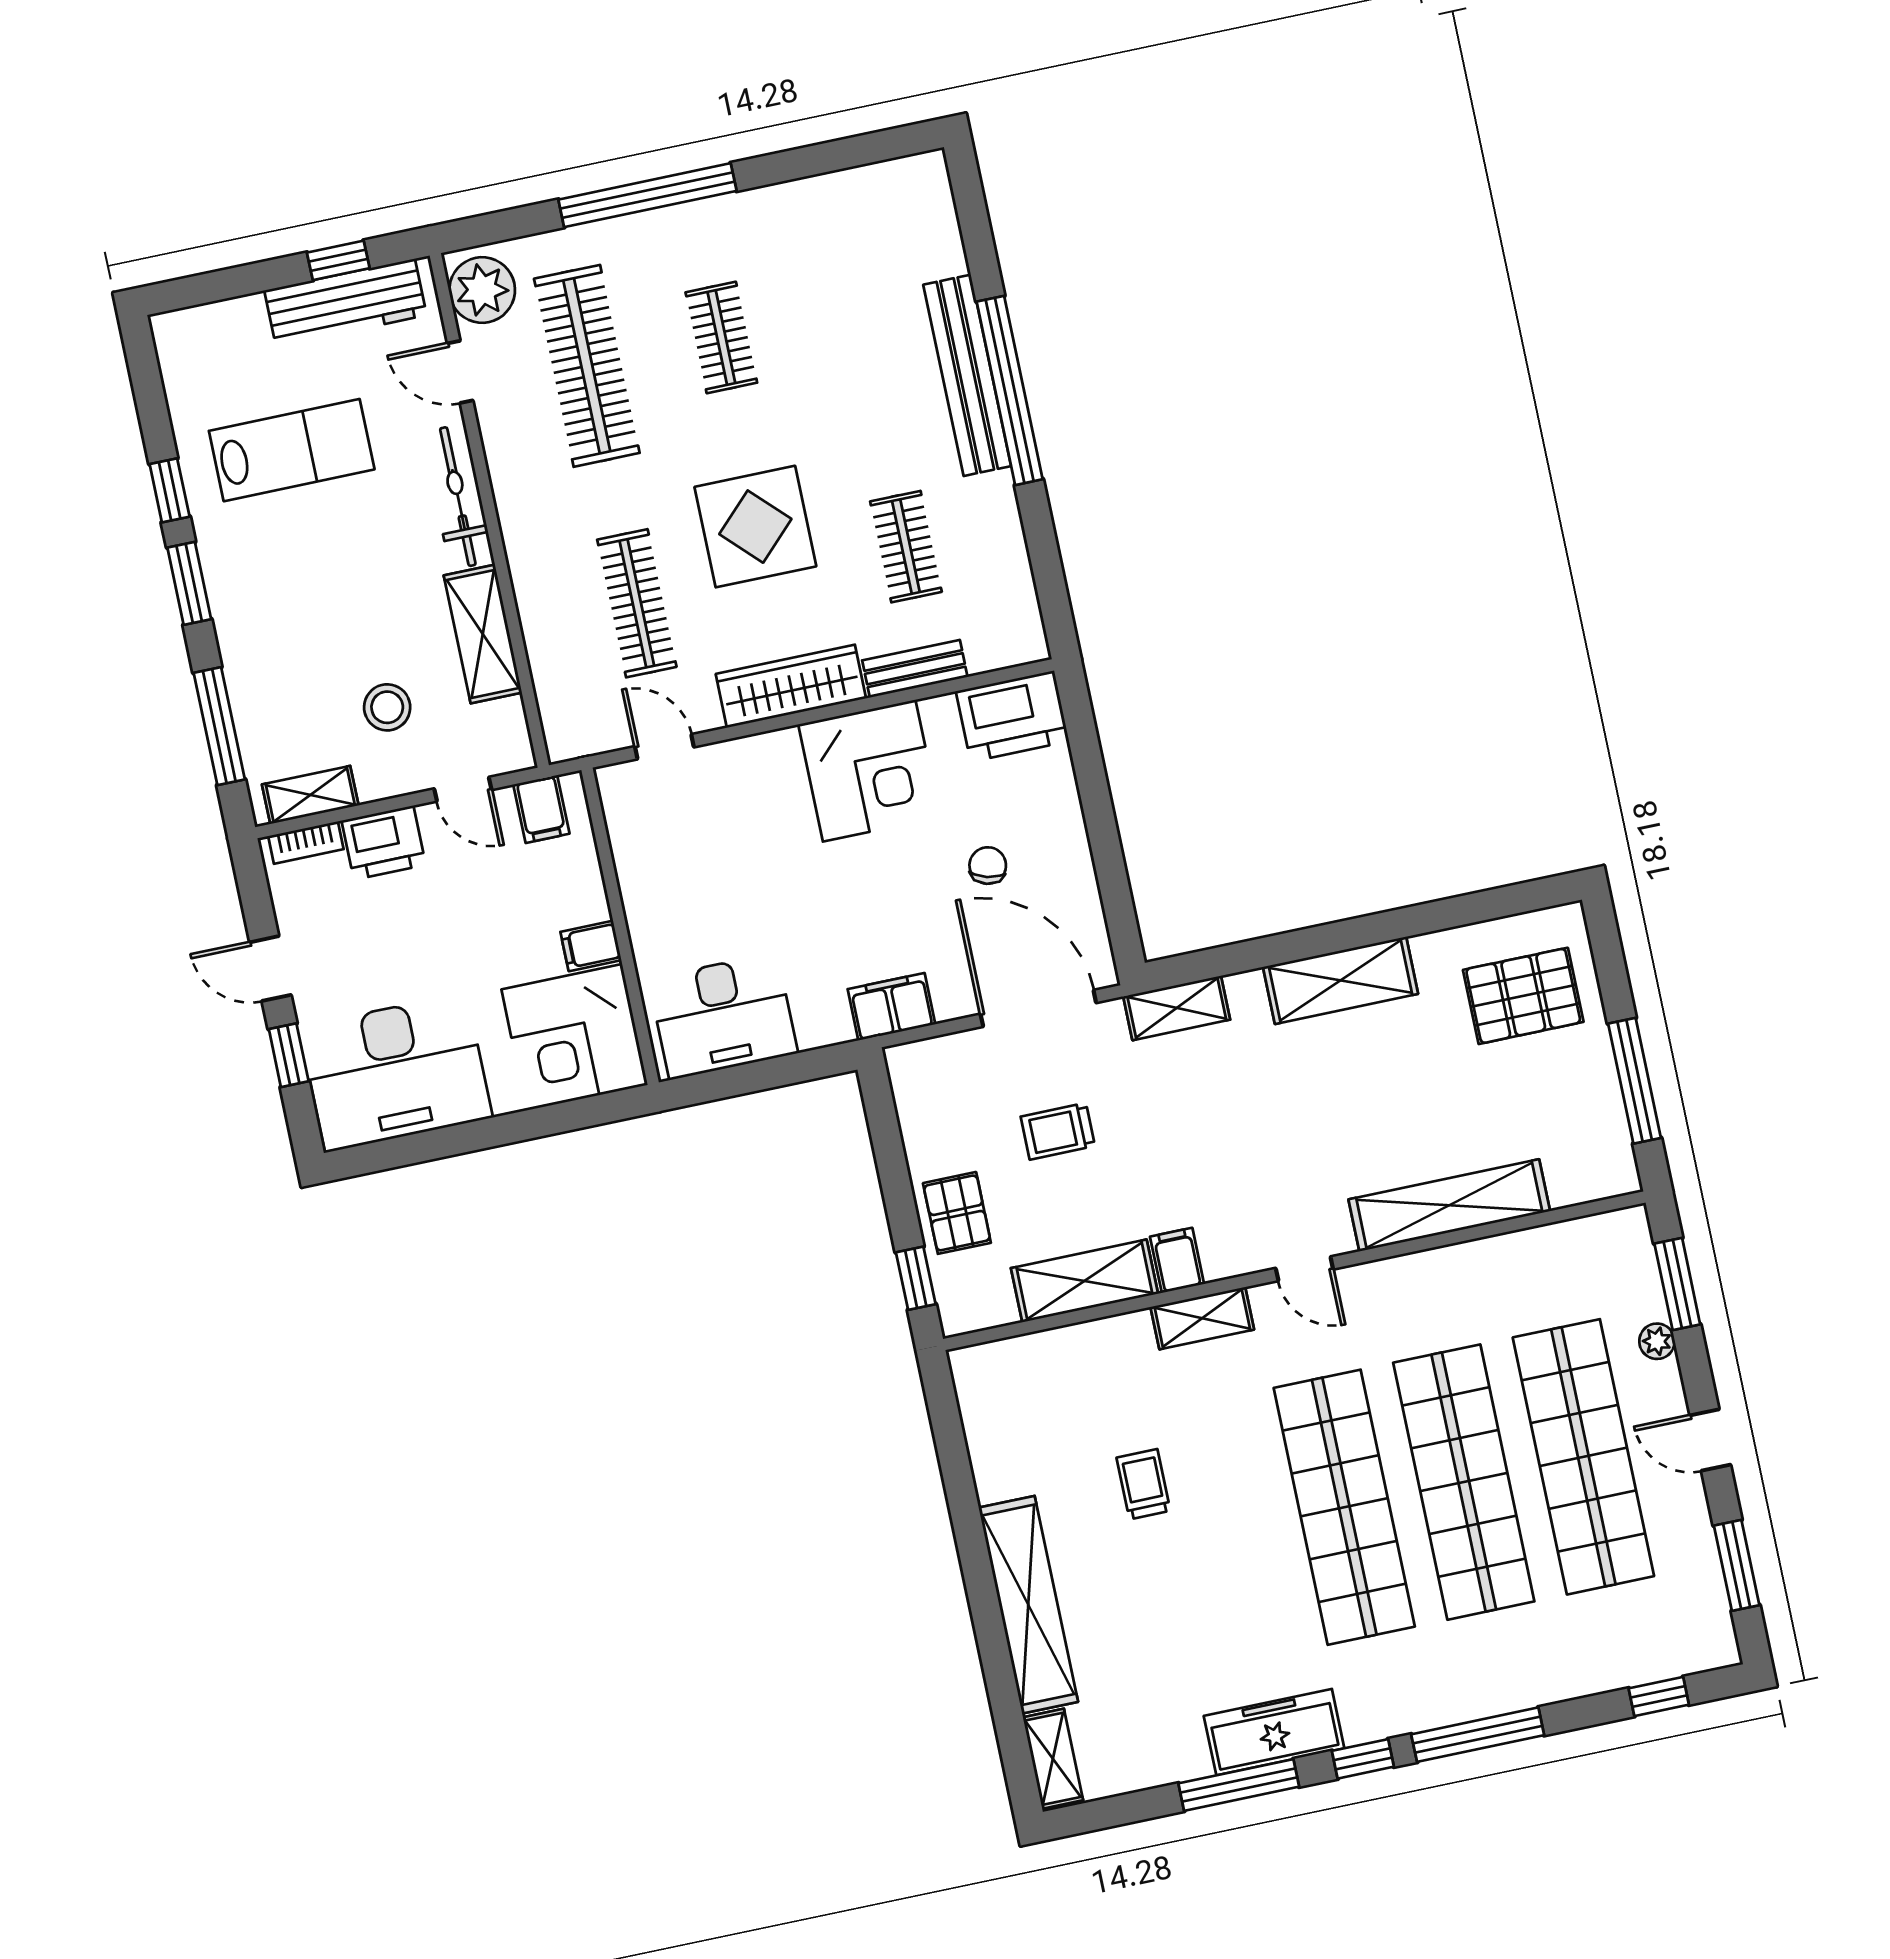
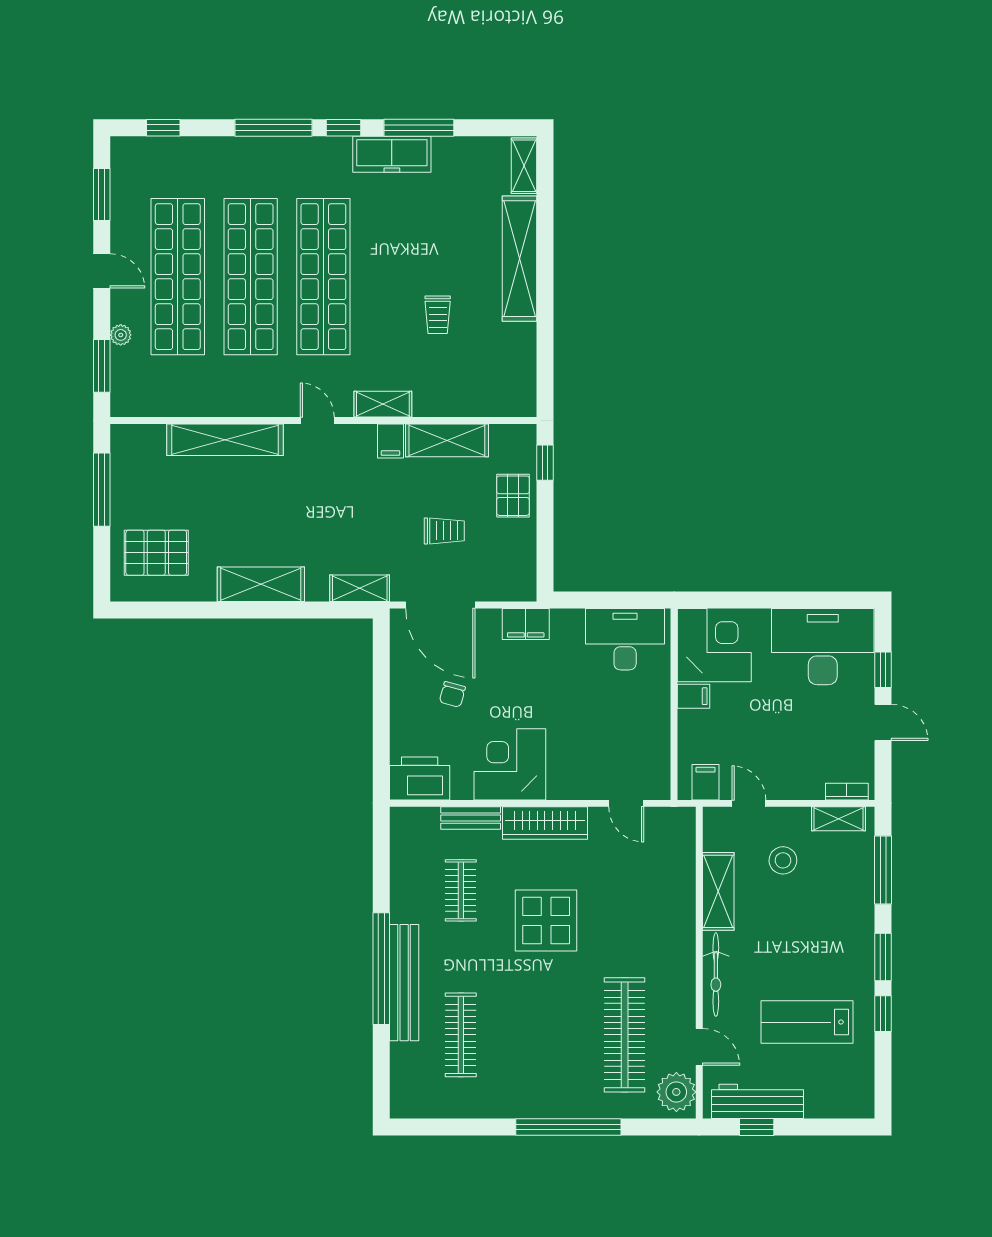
clothes rail: (721, 337) -> (461, 1035), moved, width x1.36
clothes rail: (637, 603) -> (625, 890), removed
printer: (384, 843) -> (802, 782), removed

